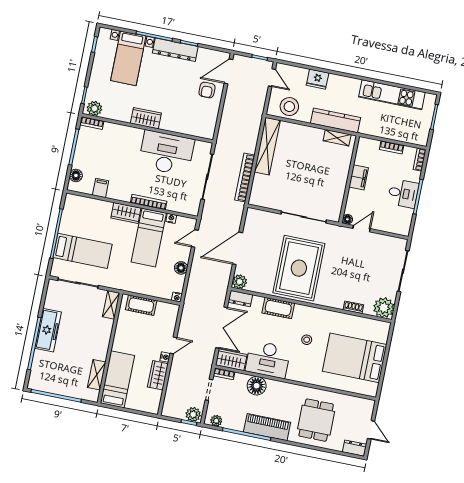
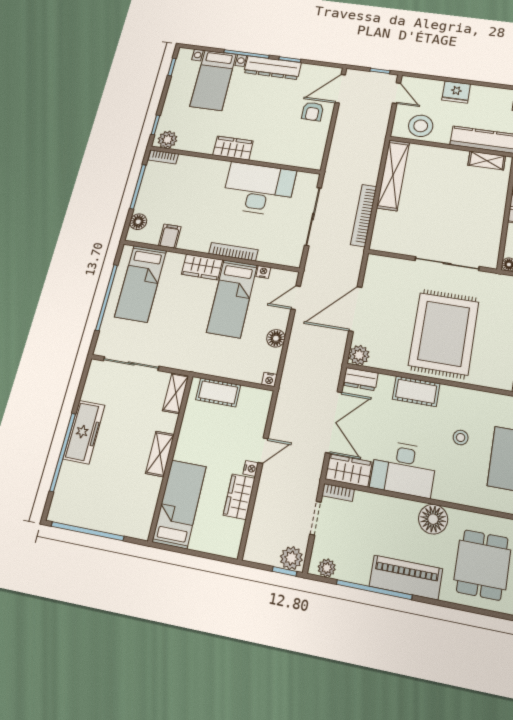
bed: (83, 251) -> (141, 284), moved, turned 90
shelving: (97, 375) -> (160, 454), moved
floor lamp: (257, 386) -> (433, 519), moved

